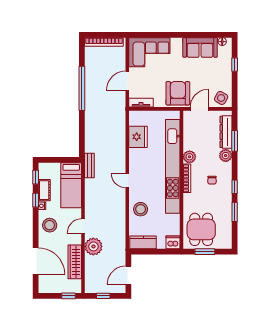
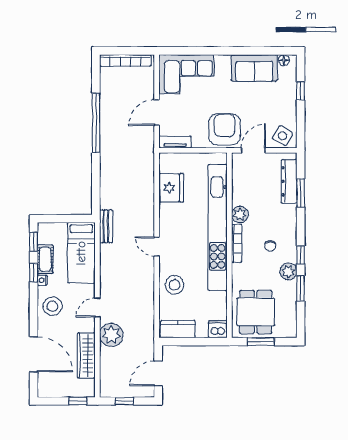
plant: (226, 156) -> (288, 271), moved

